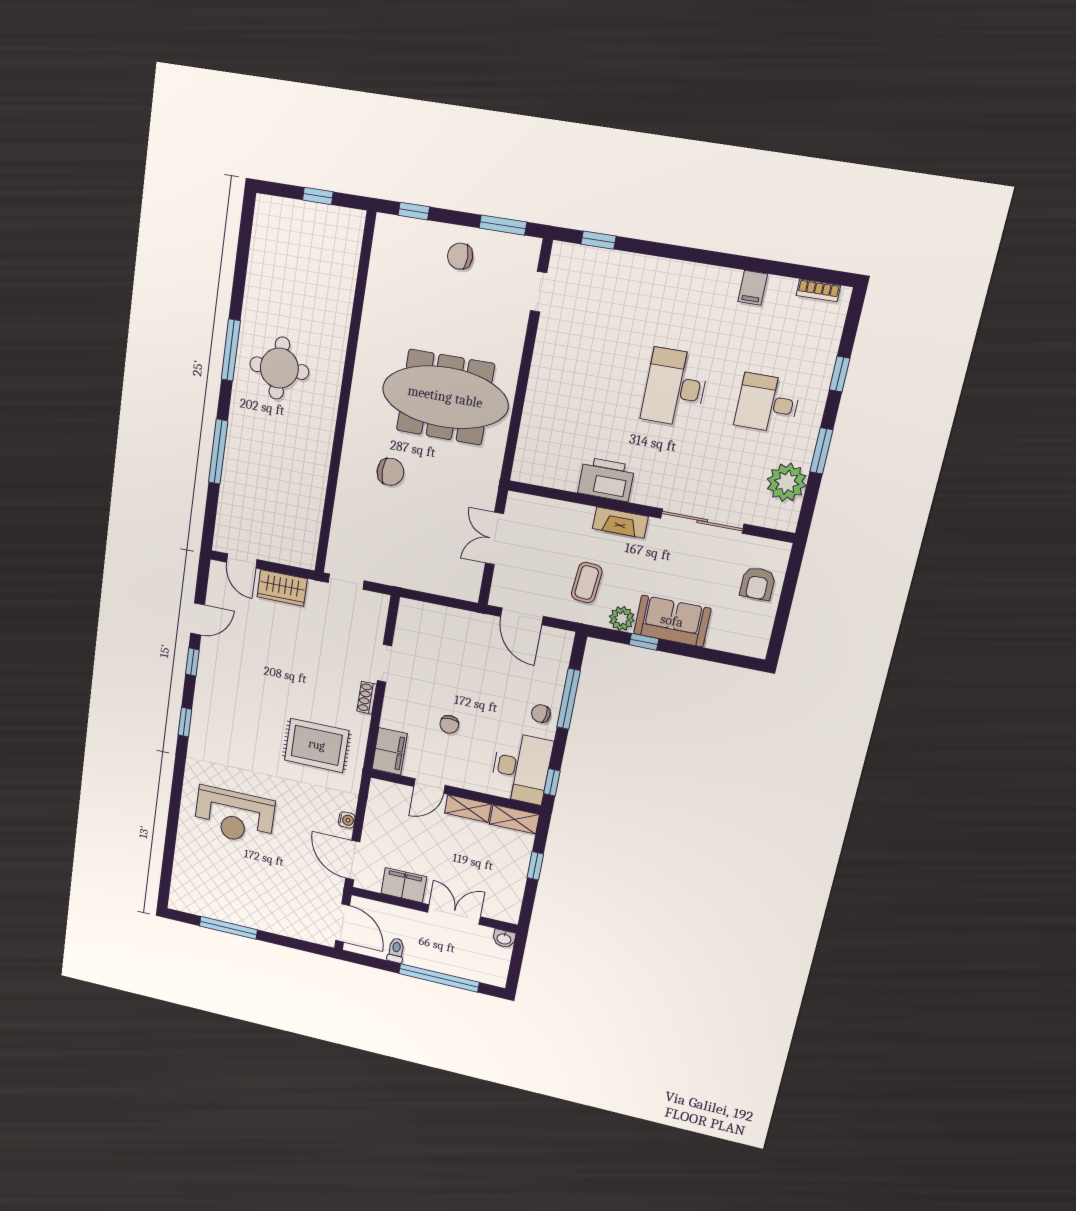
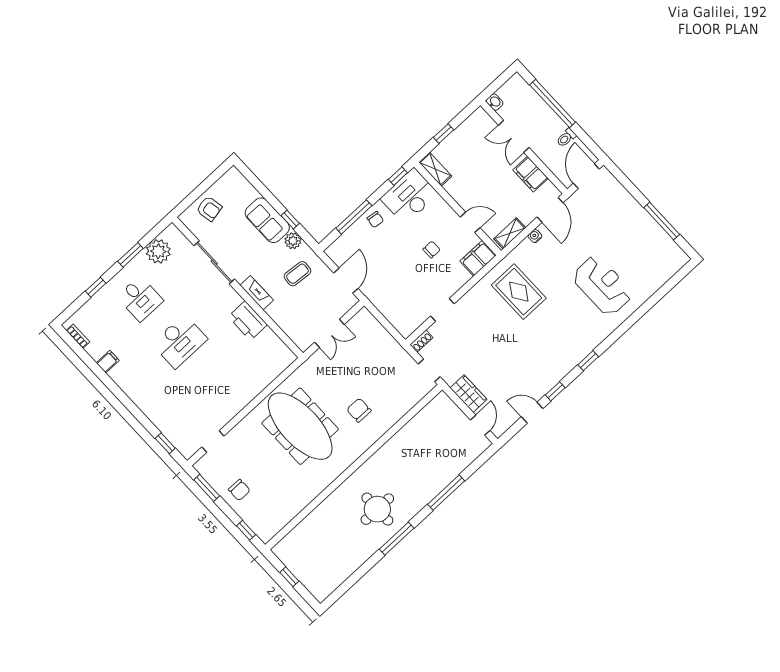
armchair: (758, 584) -> (209, 209), turned 79
shoe rack: (367, 698) -> (421, 341), moved
shelving: (468, 808) -> (510, 233), moved, turned 90

